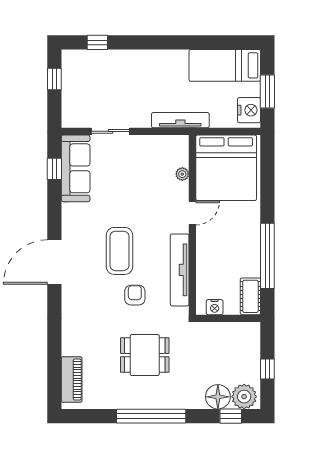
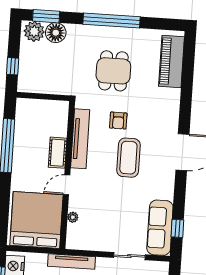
cot: (250, 296) -> (58, 153), moved
nightstand: (215, 307) -> (54, 106), removed
dining table: (145, 355) -> (113, 71), turned 90
window: (267, 369) -> (13, 66), moved
piano: (72, 380) -> (171, 61), width x1.37, depth x1.33
window: (231, 416) -> (46, 16), width x1.50

